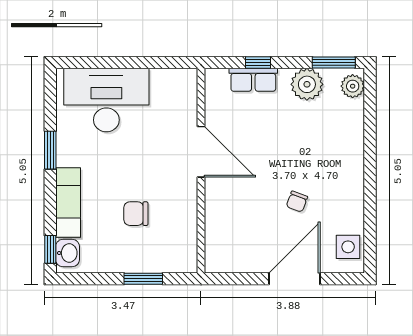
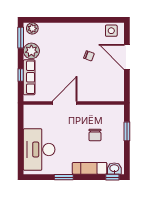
row of seats: (253, 80) -> (29, 77), width x1.48

